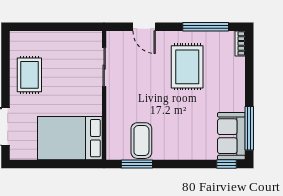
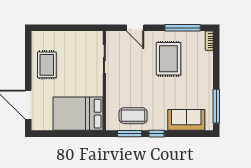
sofa: (231, 136) -> (186, 120), moved, turned 90
coffee table: (141, 141) -> (133, 116), turned 90
window: (227, 164) -> (157, 134), moved

